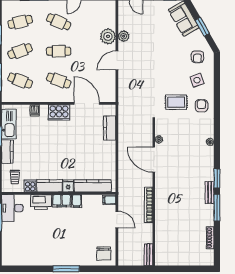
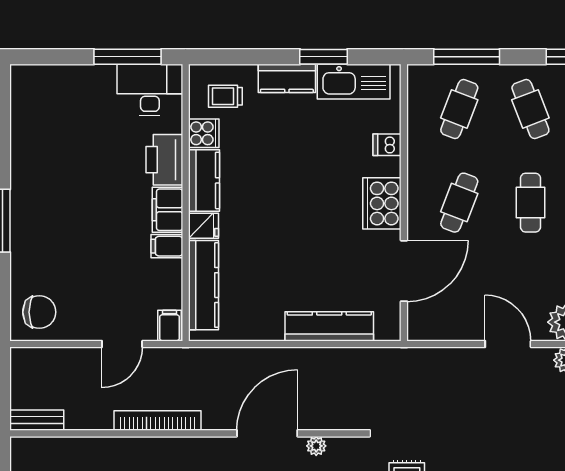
kitchen counter: (110, 128) -> (329, 326), width x1.50
chair: (104, 254) -> (39, 312), turned 180

